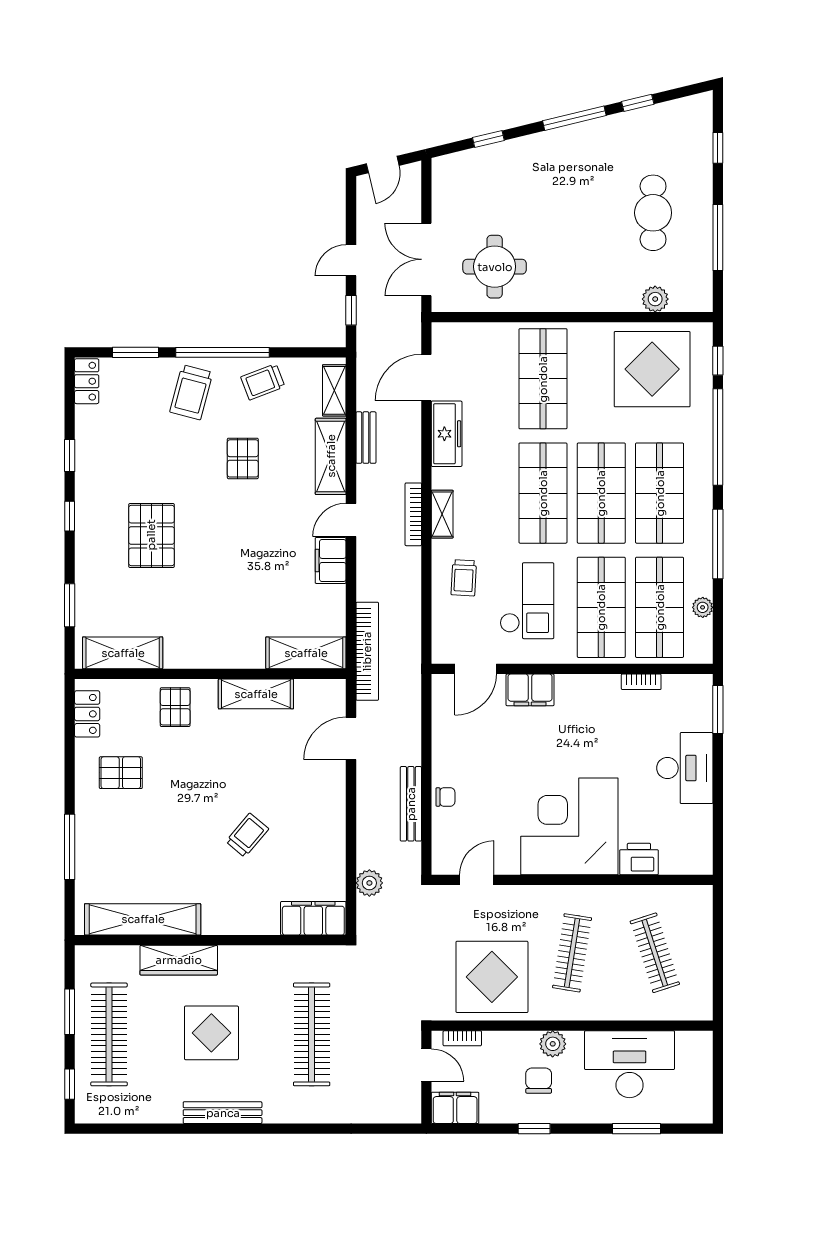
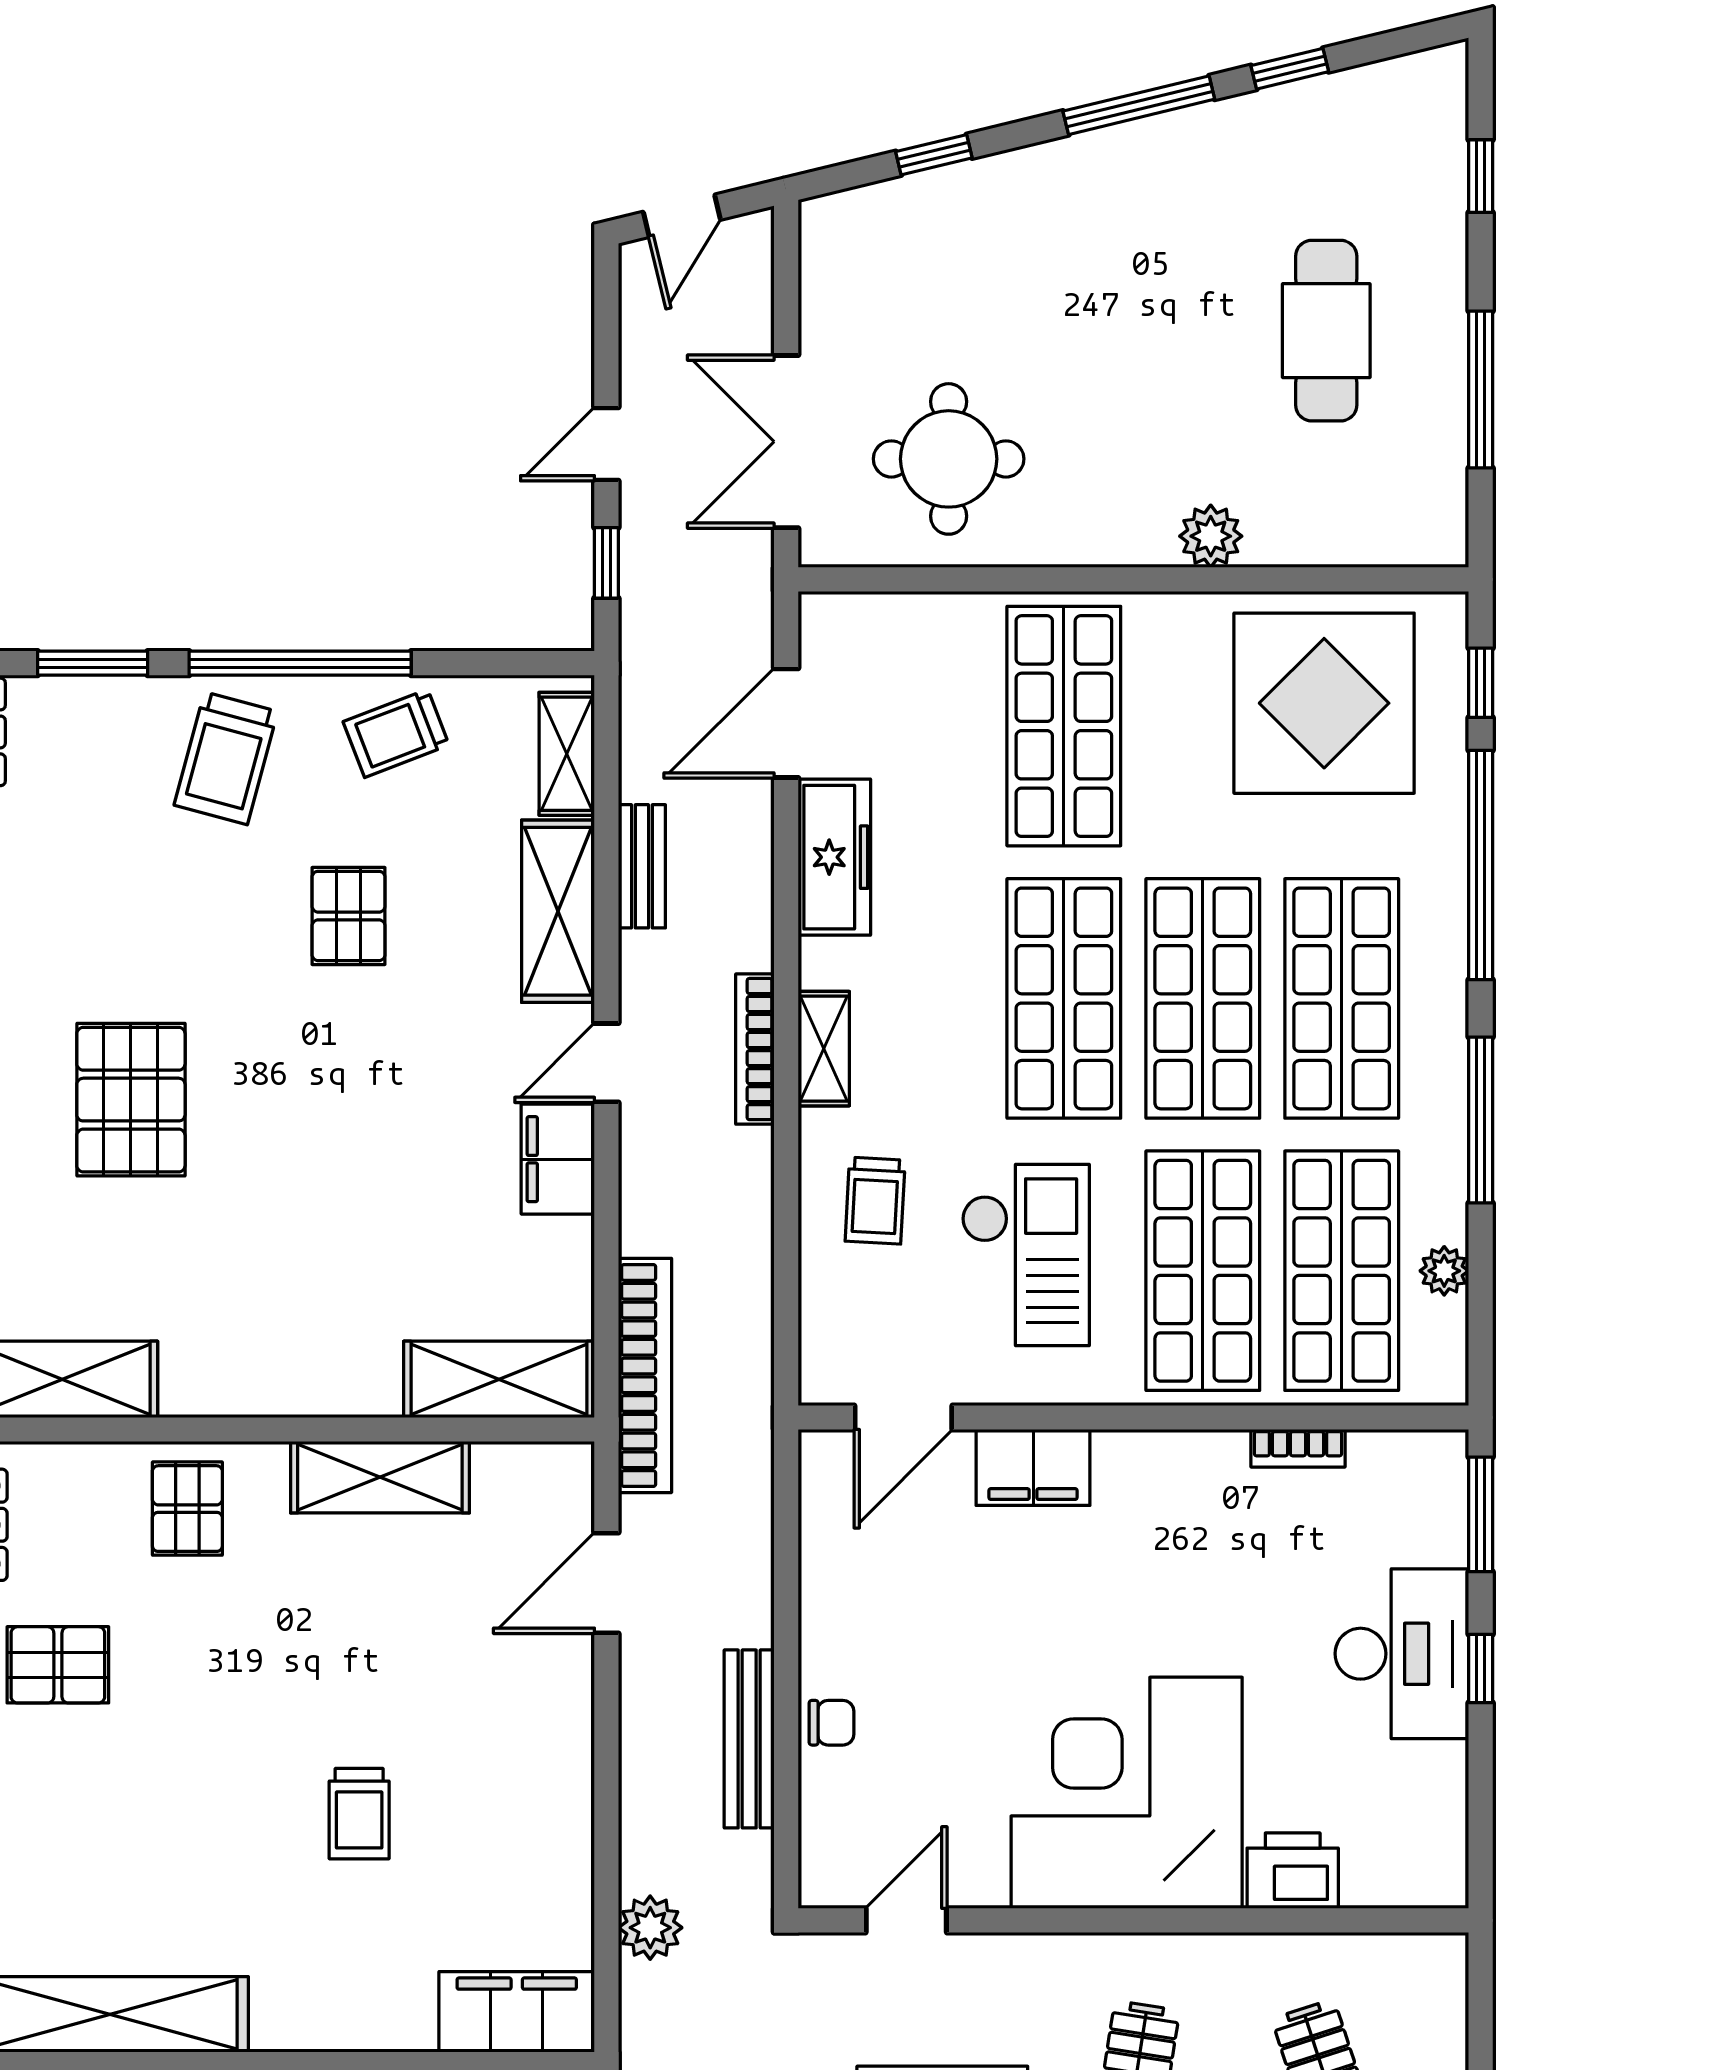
plant: (655, 299) -> (1211, 536), moved
window: (718, 774) -> (1481, 1668), added
trolley: (247, 835) -> (359, 1814), turned 140

